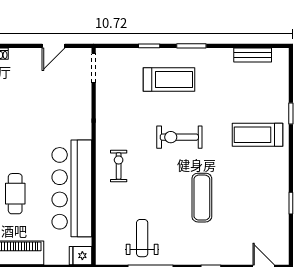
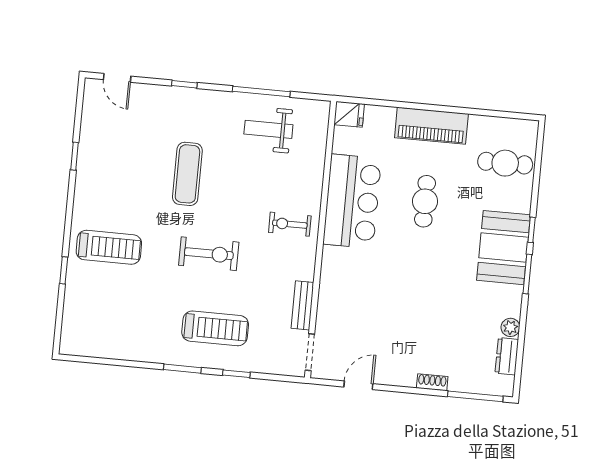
bench: (253, 55) -> (302, 305), moved, turned 90
treadmill: (169, 80) -> (215, 328), turned 180
exercise bike: (119, 166) -> (290, 224), turned 90
bar counter: (72, 188) -> (352, 201), width x0.73
weight bench: (142, 238) -> (268, 129), turned 90

